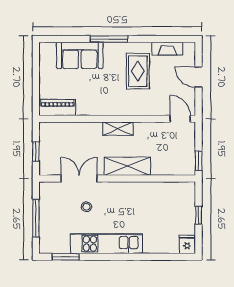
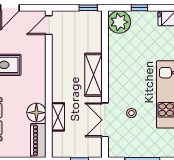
floor lamp: (87, 106) -> (36, 113), added
shelving: (118, 129) -> (58, 117), moved
plant: (183, 194) -> (119, 22), added

